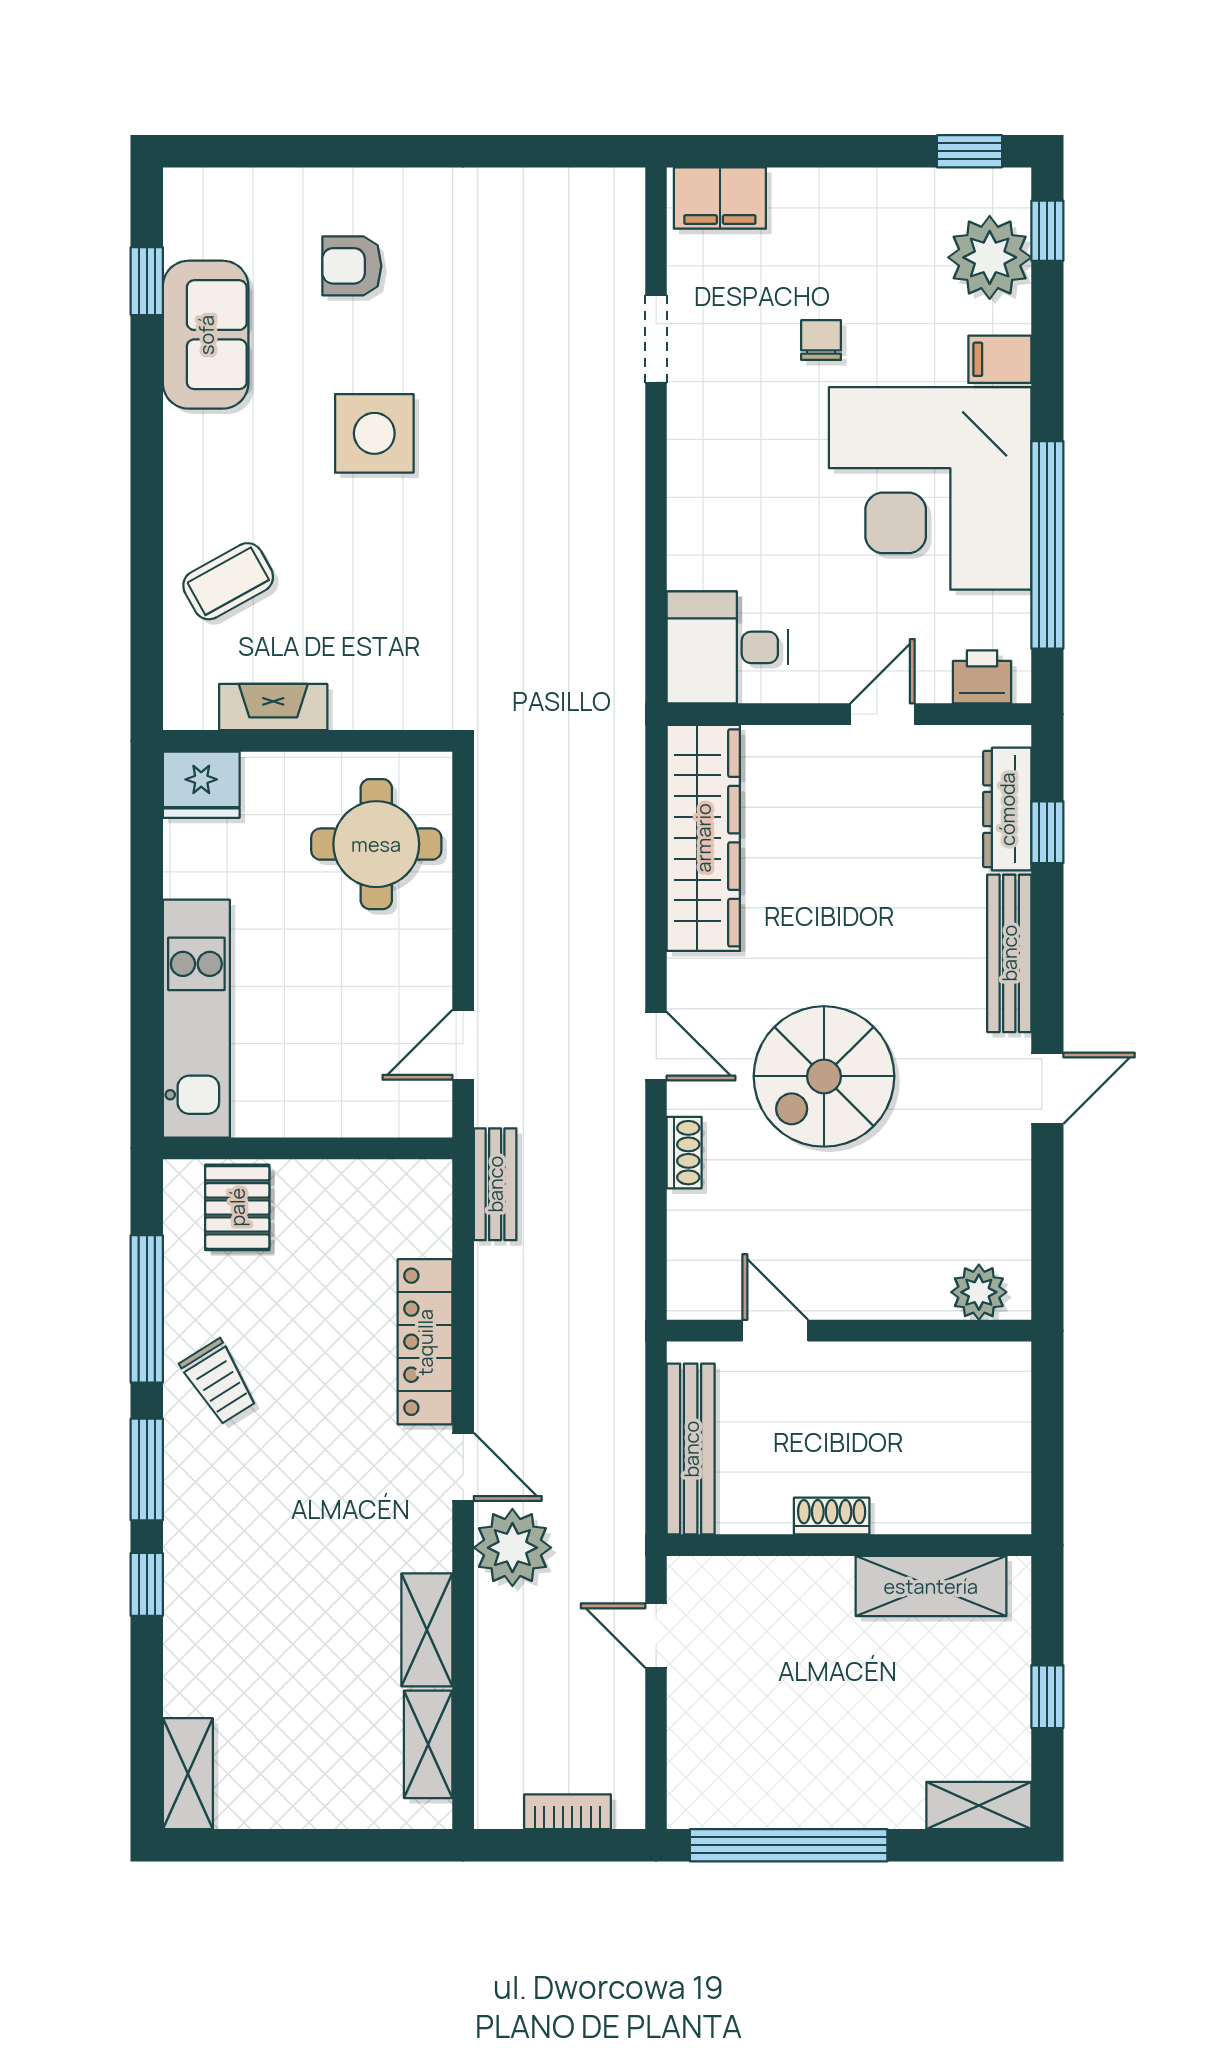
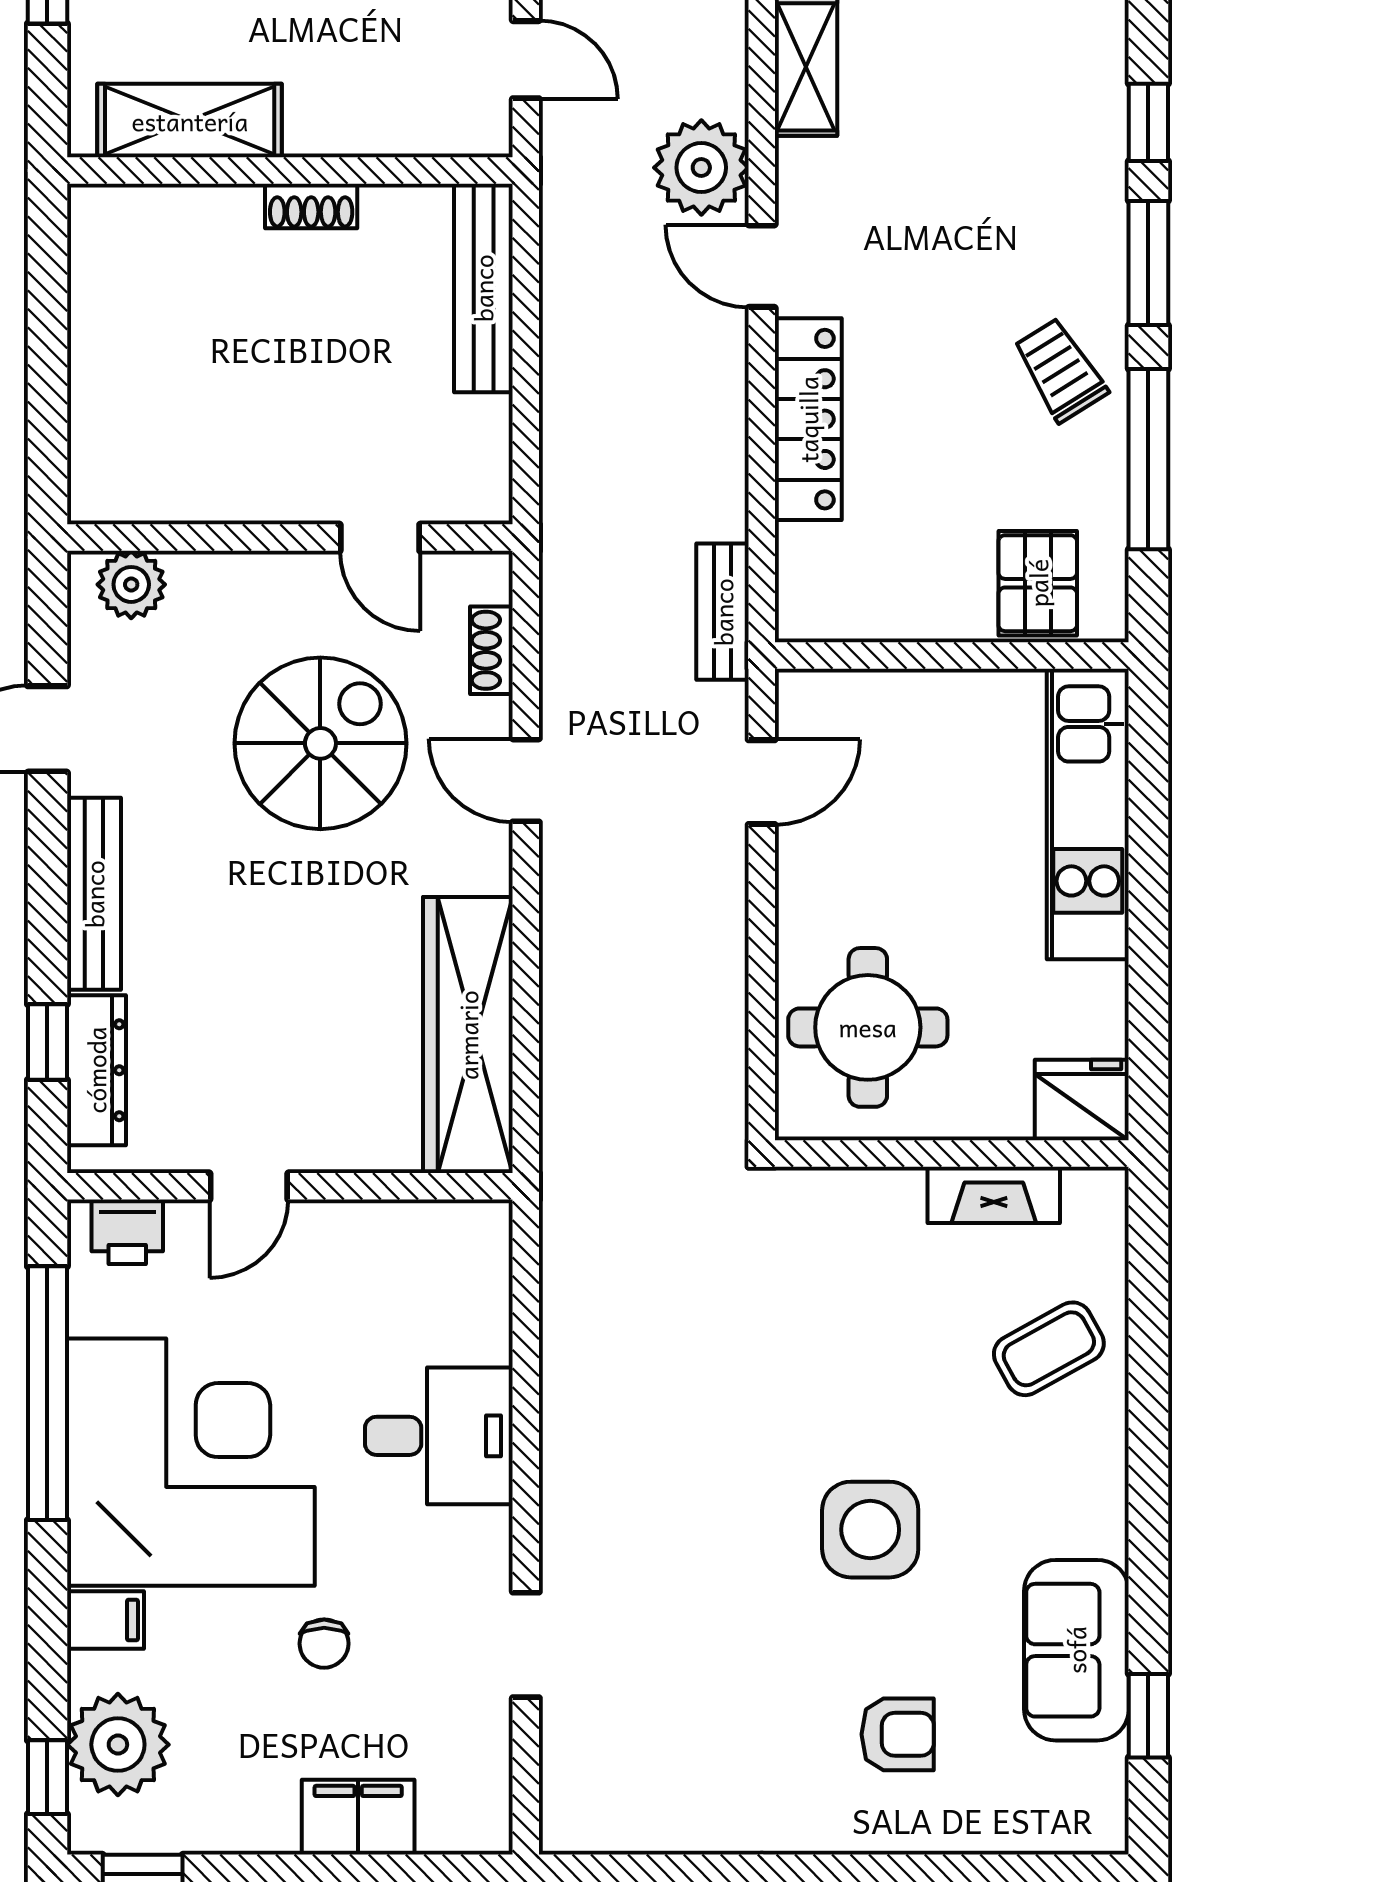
filing cabinet: (720, 198) -> (358, 1817), moved
desk: (727, 647) -> (439, 1436), moved
plant: (979, 1292) -> (131, 584), moved
door: (775, 1331) -> (380, 538), moved
wall: (849, 1331) -> (290, 538), moved

